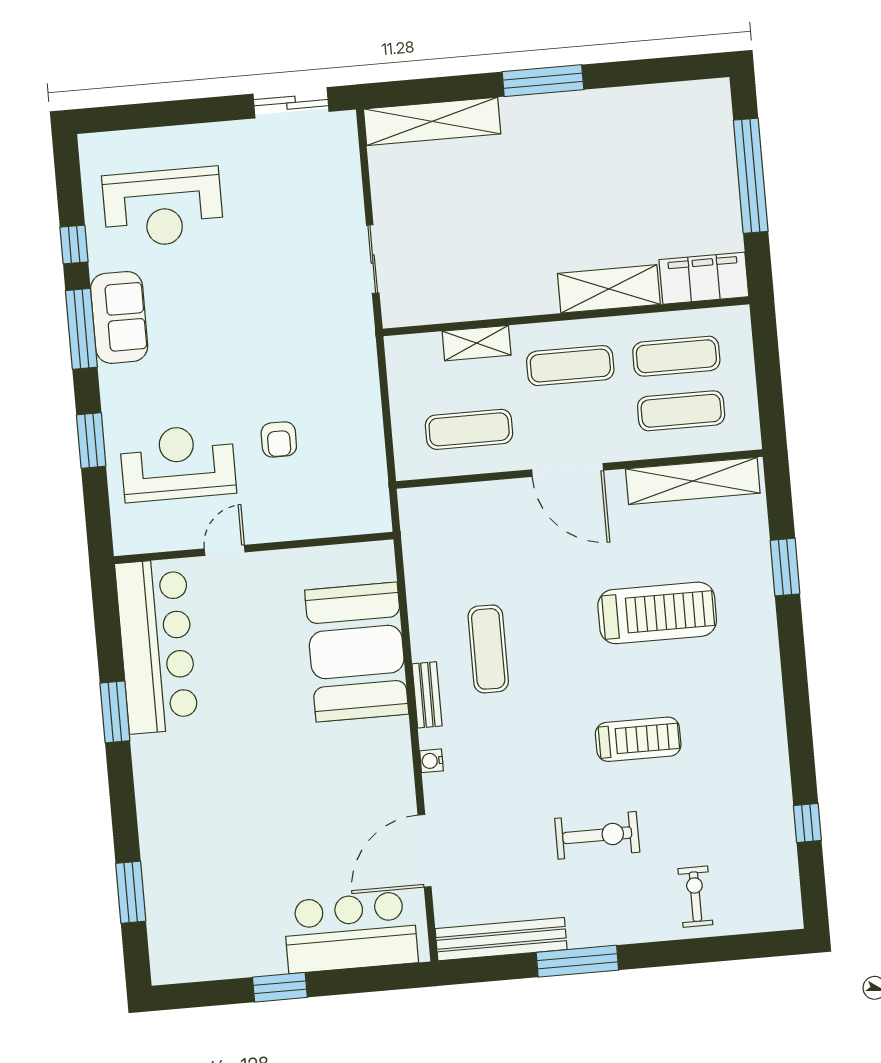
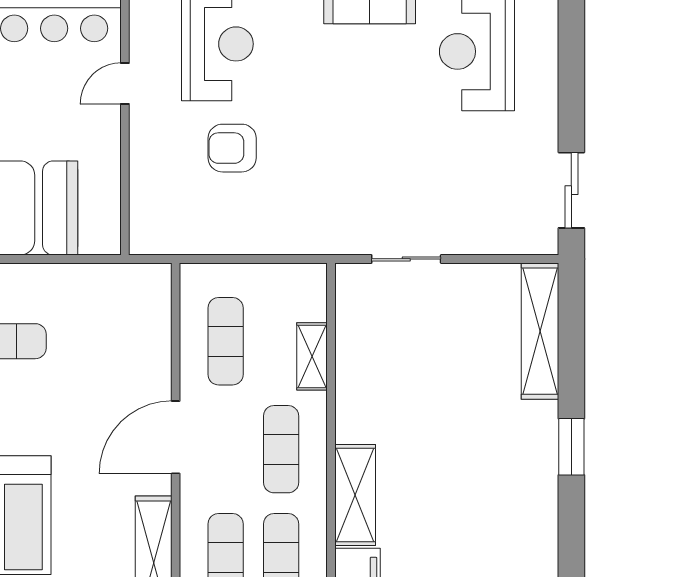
window: (543, 81) -> (571, 447), width x0.69
armchair: (279, 439) -> (232, 148), width x1.38, depth x1.38
door: (225, 550) -> (125, 83), swing flipped

